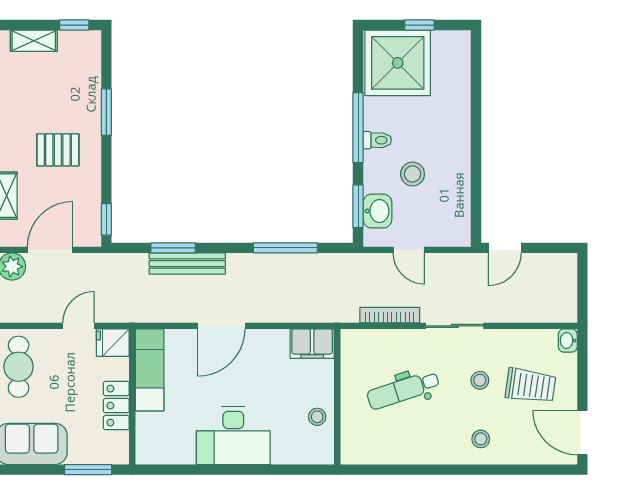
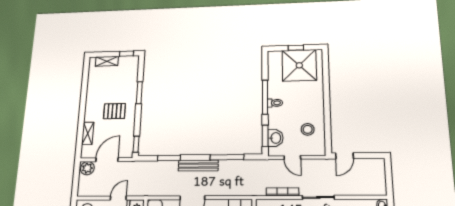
shower: (398, 63) -> (299, 65), moved
stool: (413, 174) -> (308, 129), moved
bench: (187, 264) -> (198, 166), moved

